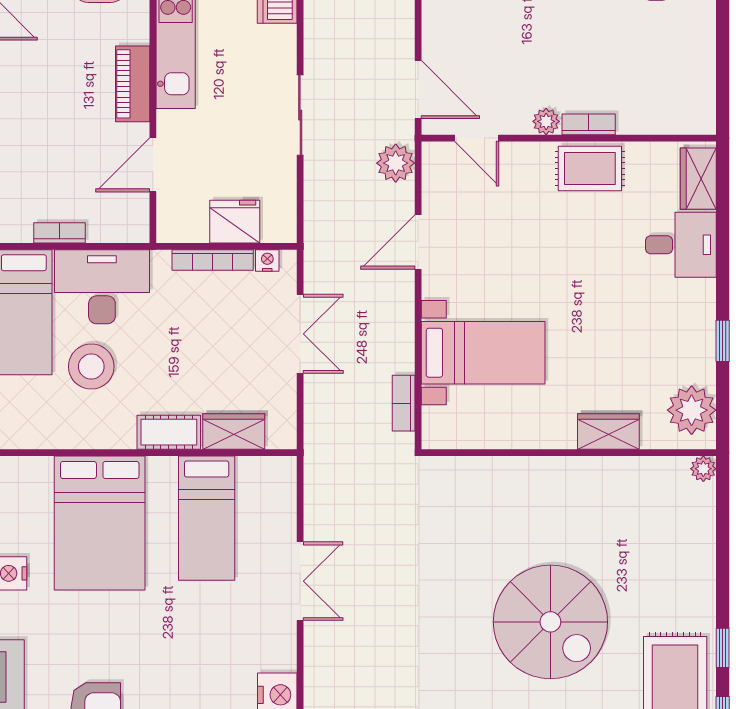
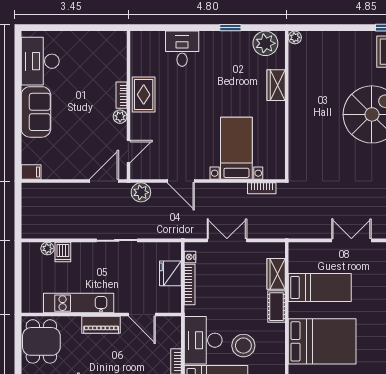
wardrobe: (698, 179) -> (149, 40), removed

